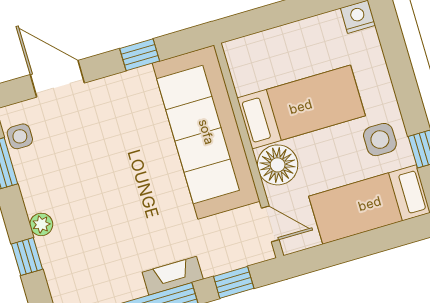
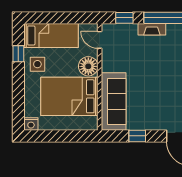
bed: (301, 107) -> (69, 96), width x1.50
sofa: (206, 132) -> (114, 102), width x0.74, depth x0.79

